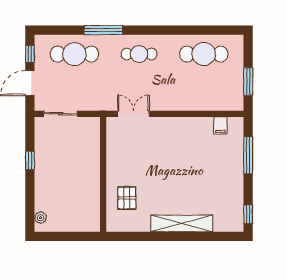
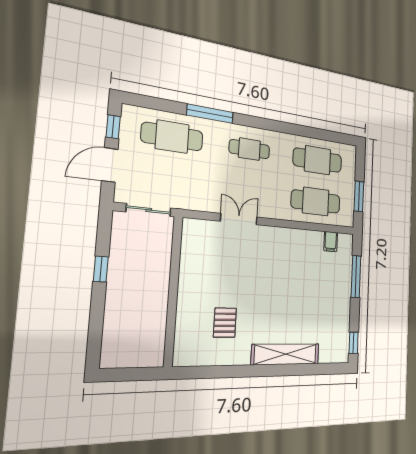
cafe table: (204, 91) -> (316, 201), added
wall: (103, 174) -> (173, 291), moved
plant: (41, 218) -> (109, 349), removed

